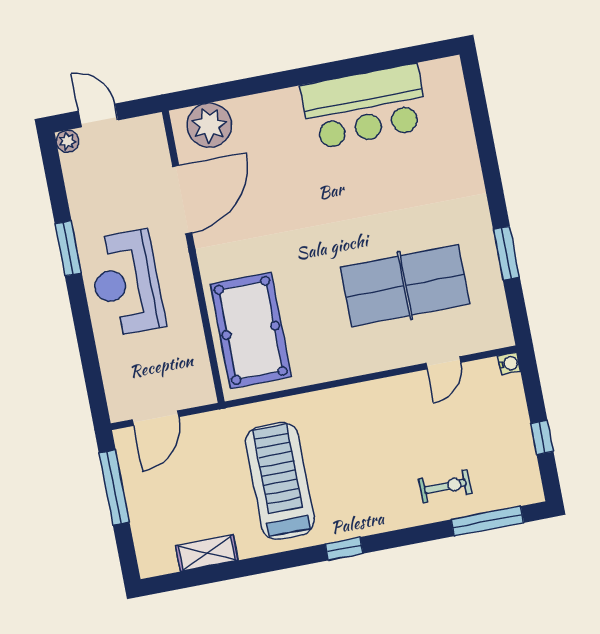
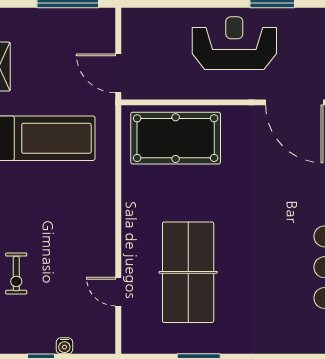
water cooler: (509, 364) -> (64, 346), moved
door: (156, 418) -> (118, 73), moved

